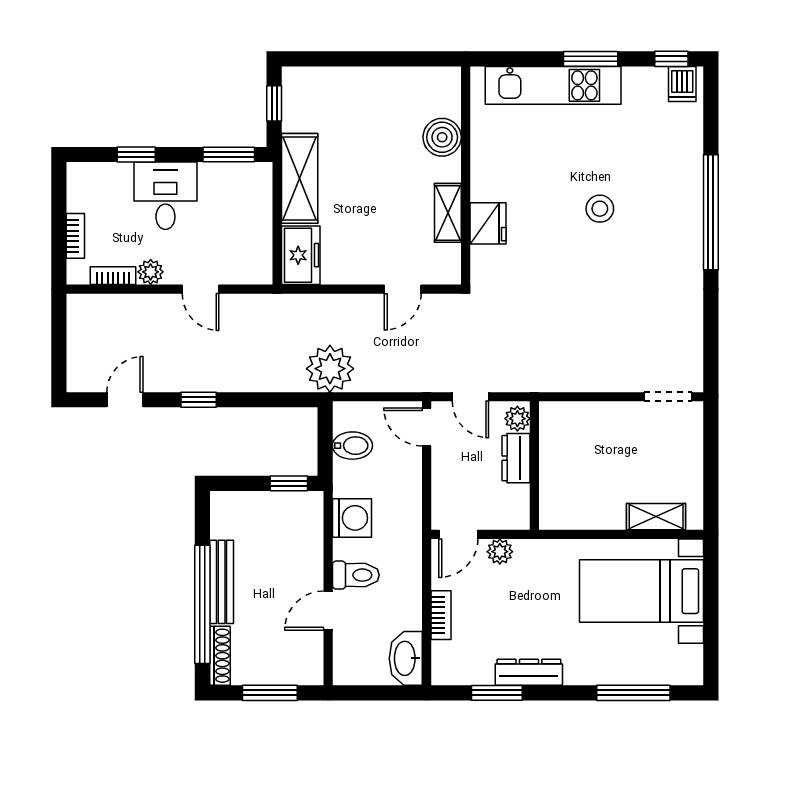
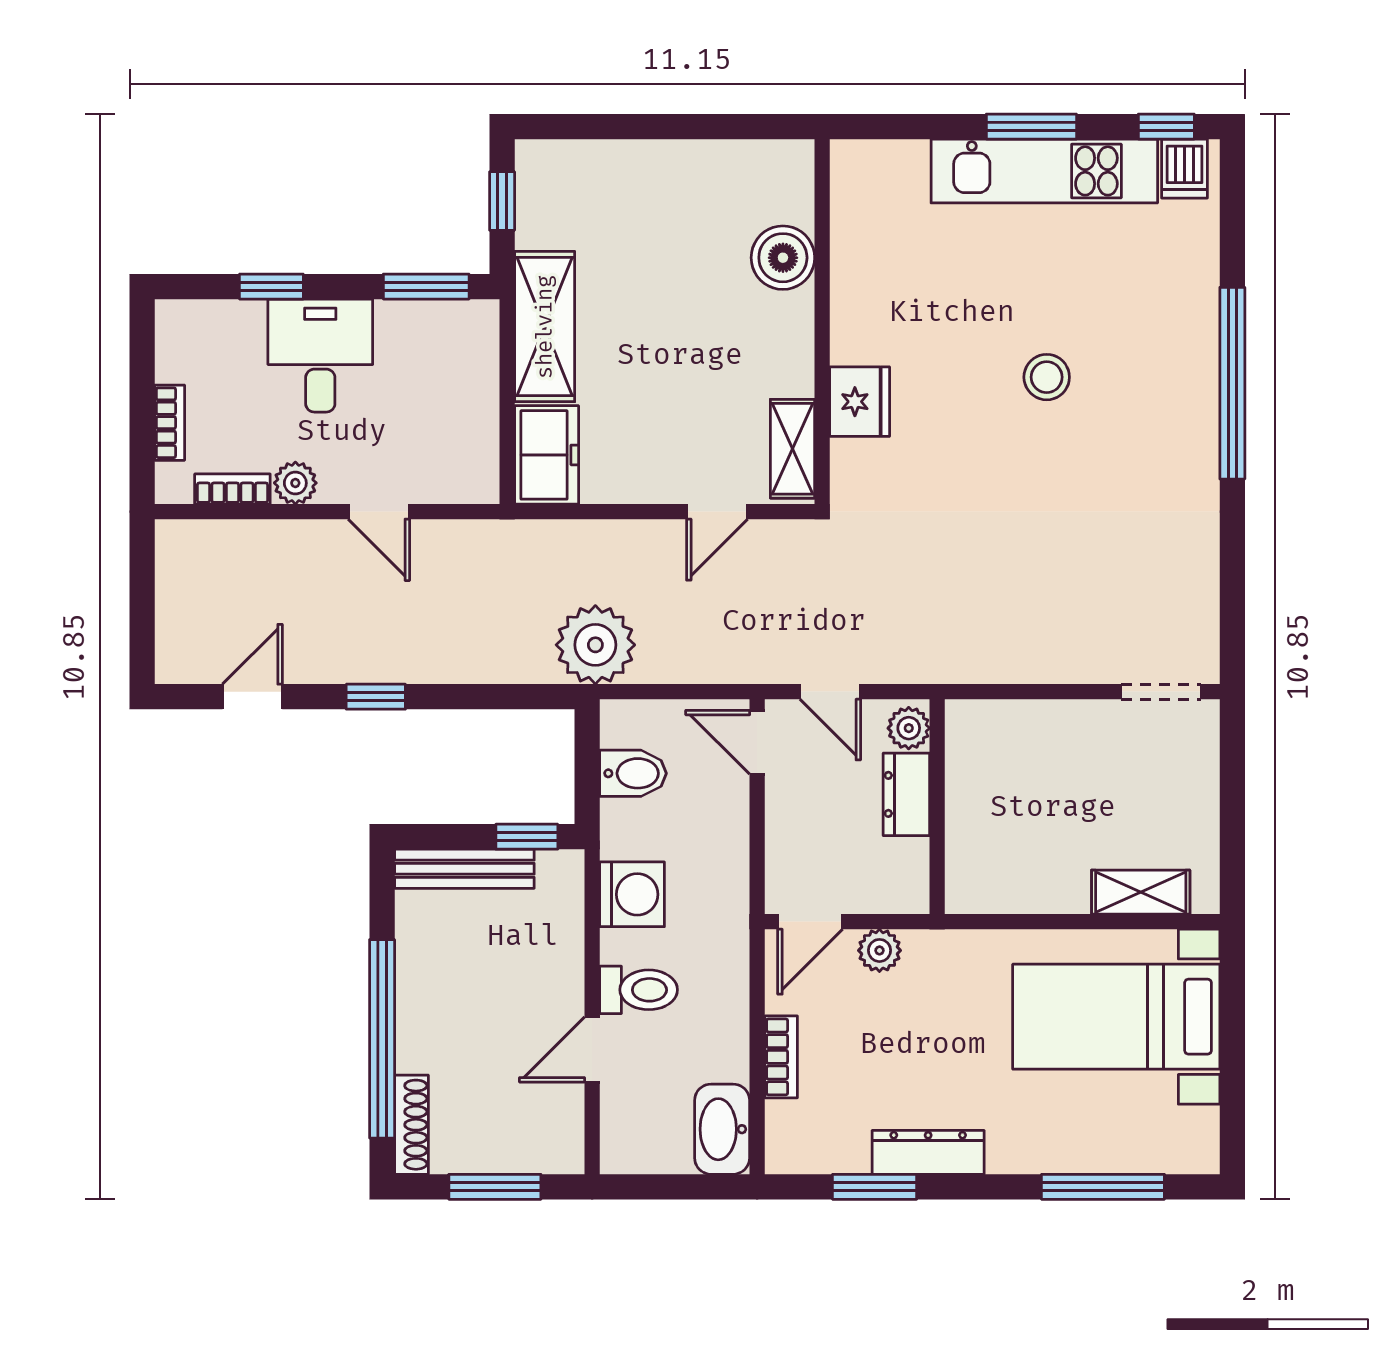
kitchen unit: (553, 85) -> (1044, 171), moved
shelving: (448, 213) -> (792, 449), moved
bench: (222, 582) -> (464, 869), moved, turned 90

